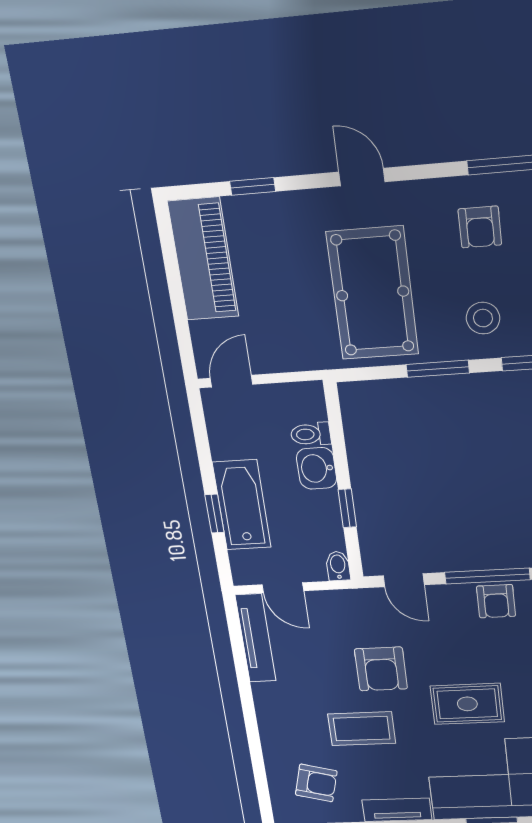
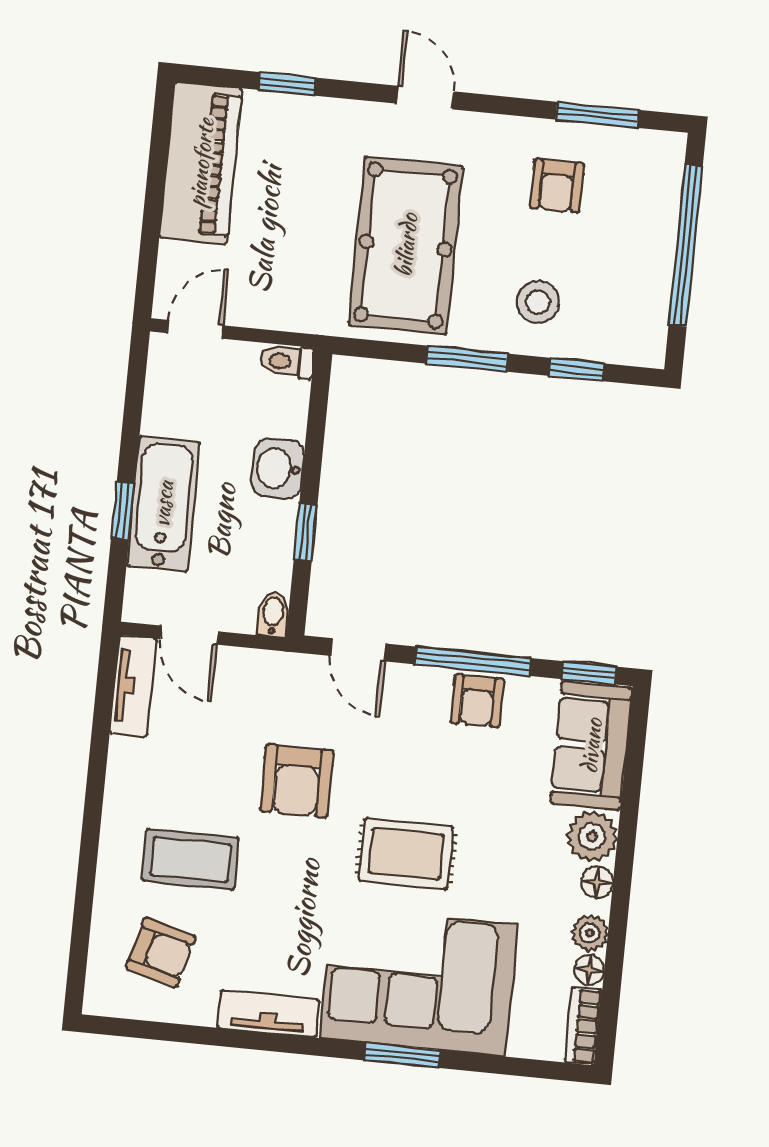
toilet: (311, 434) -> (287, 361), moved
tv unit: (256, 638) -> (133, 686), width x0.71
coffee table: (362, 729) -> (190, 859), moved

